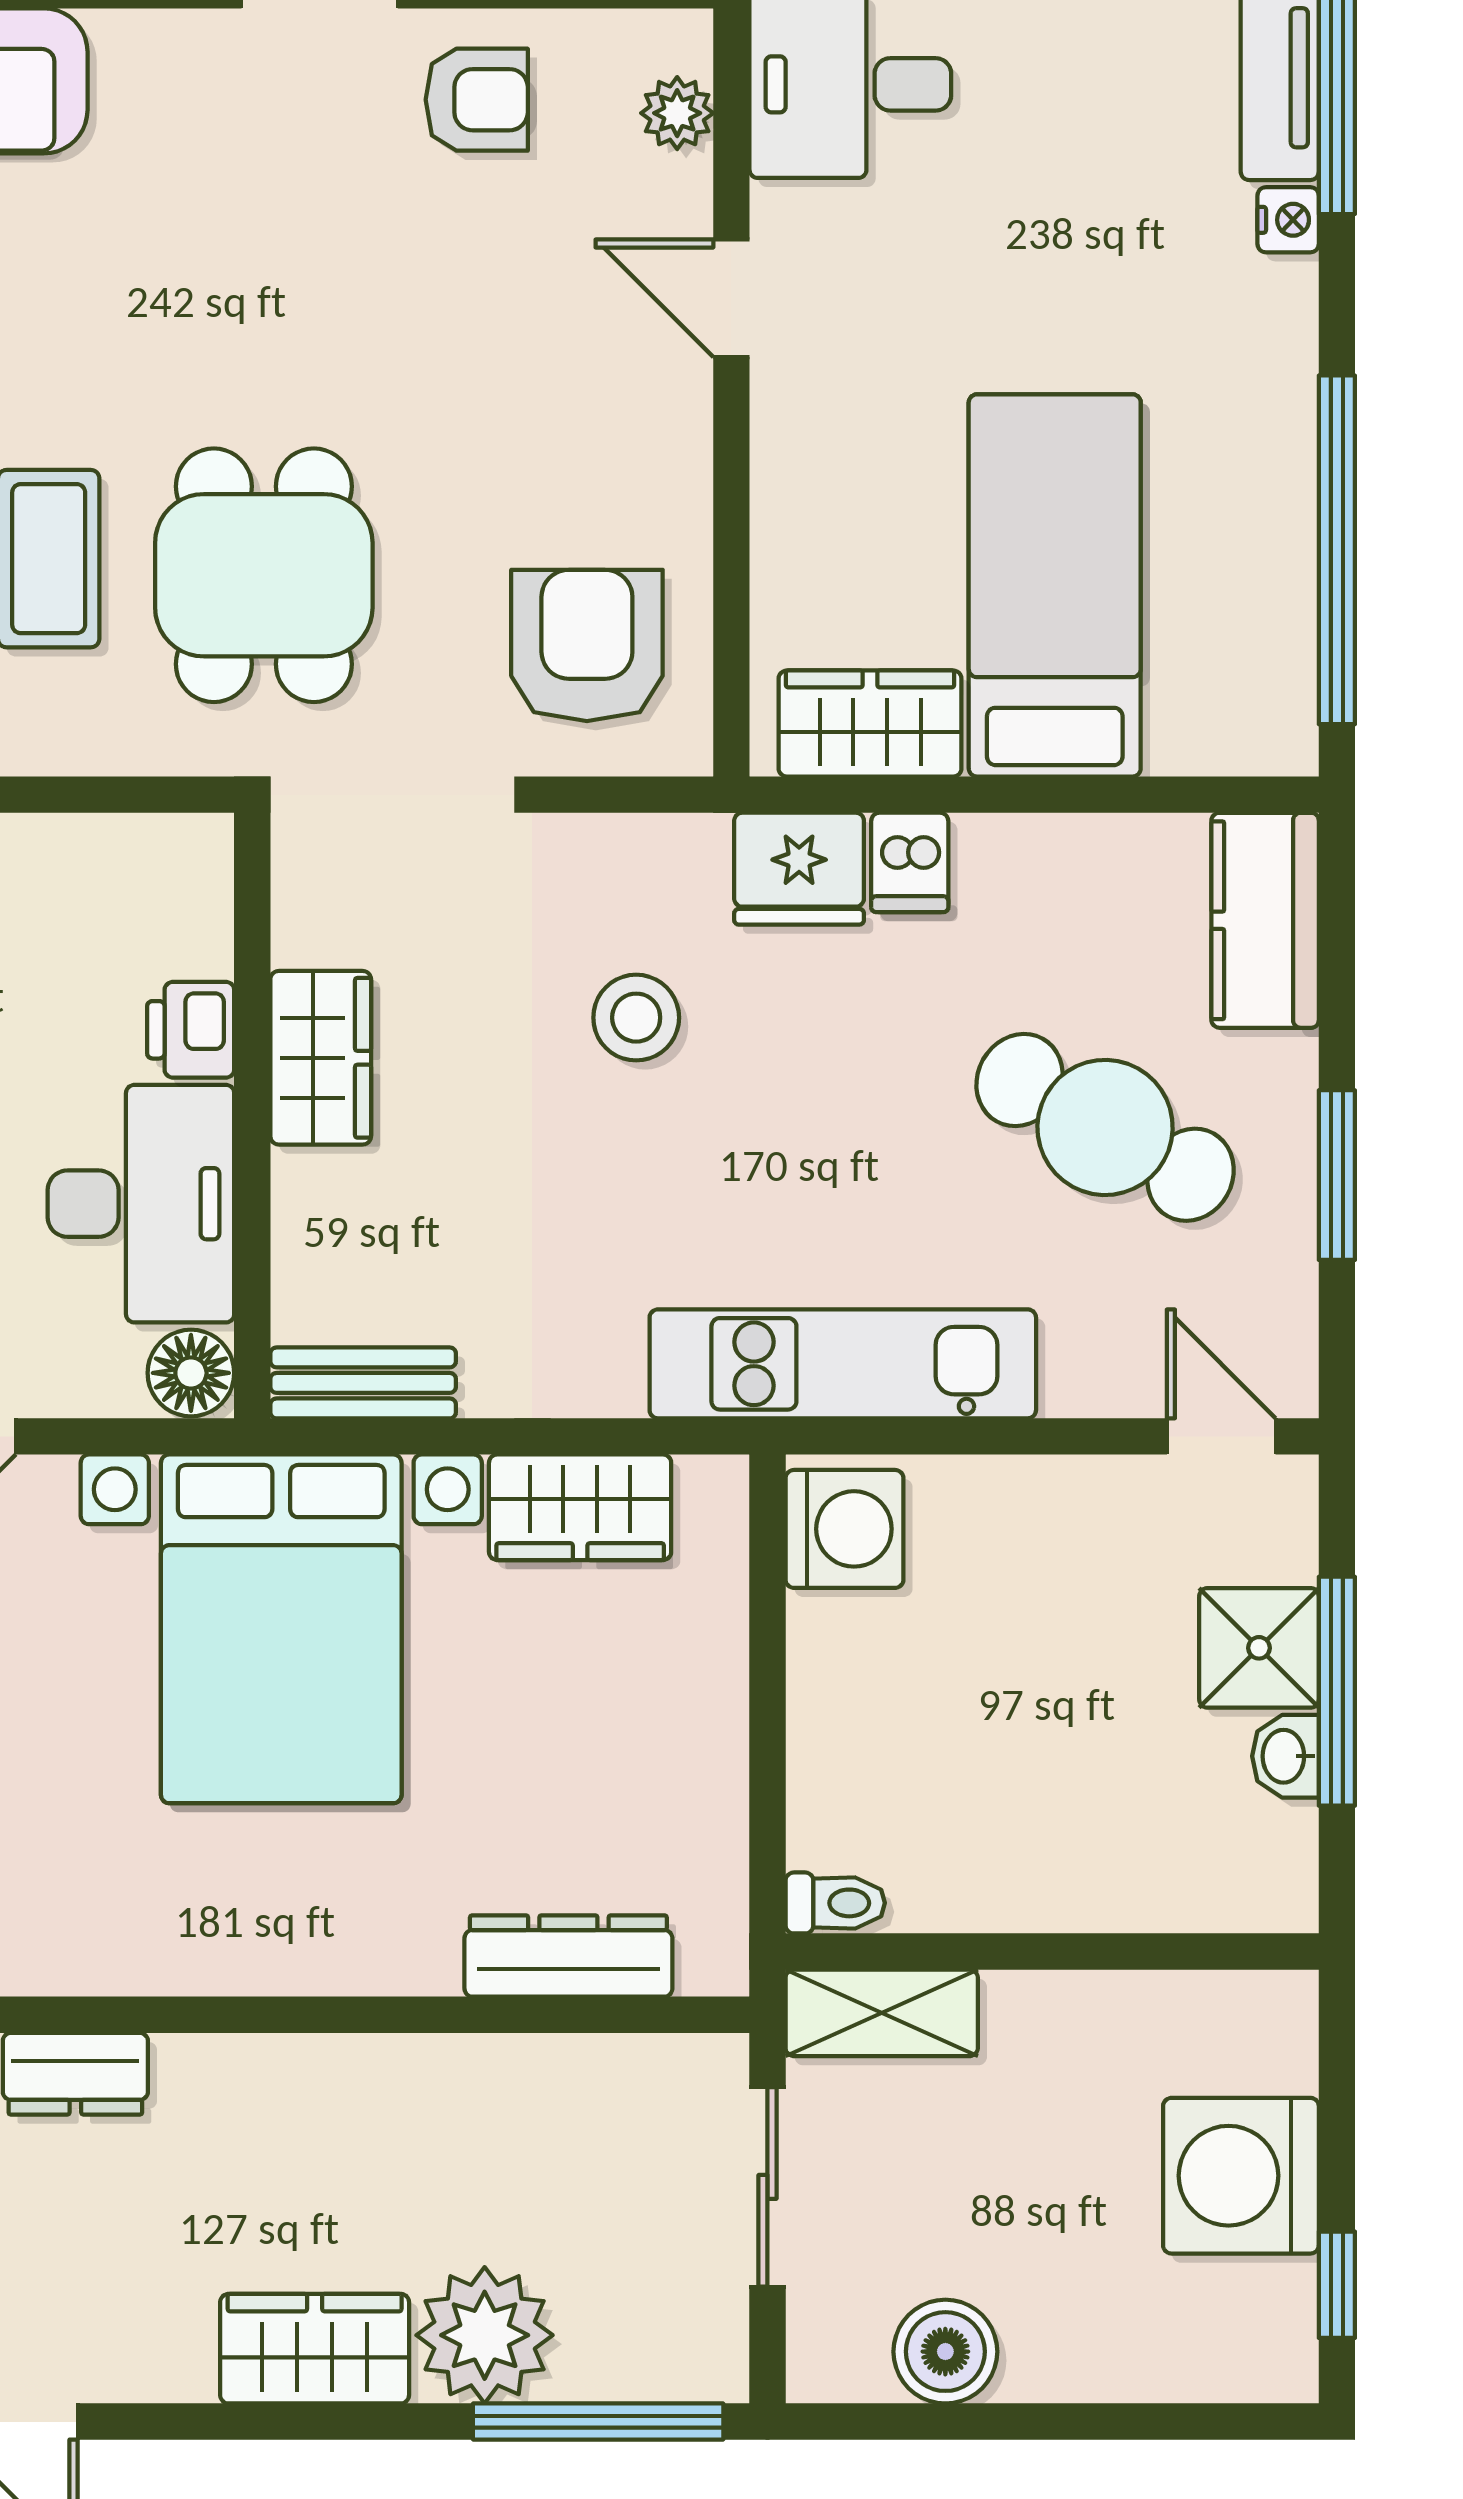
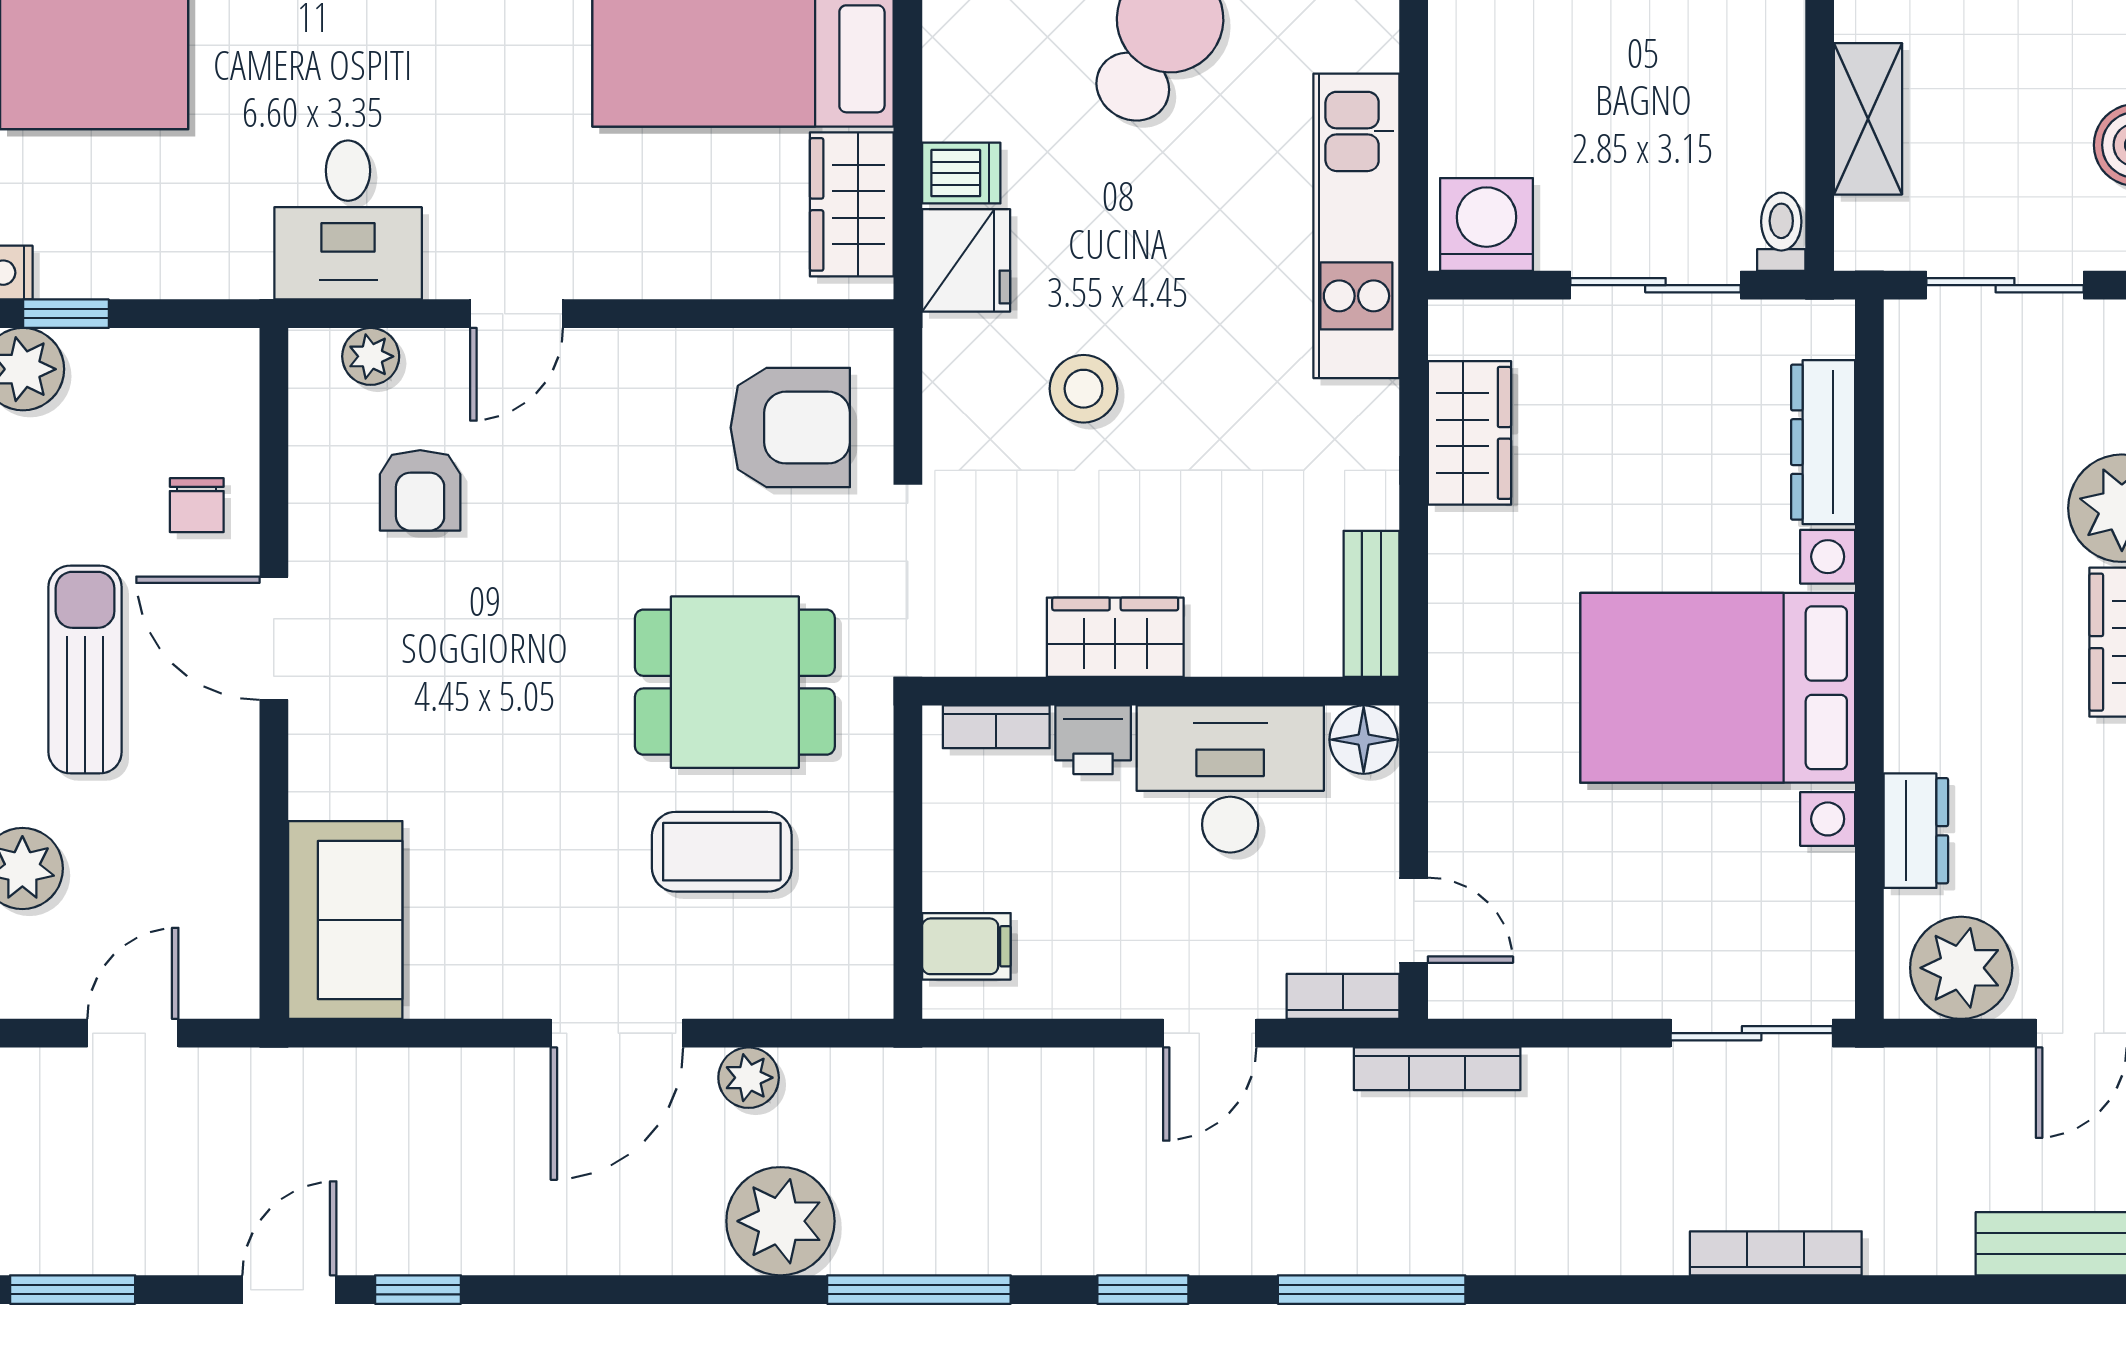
armchair: (477, 100) -> (420, 490), moved, turned 180
armchair: (587, 646) -> (790, 428), turned 180
bookcase: (207, 907) -> (996, 727), added
bed with nightstands: (281, 1629) -> (1718, 688), moved, turned 180
sliding door: (767, 1743) -> (1655, 285), added
shelving: (882, 2013) -> (1868, 119), moved

